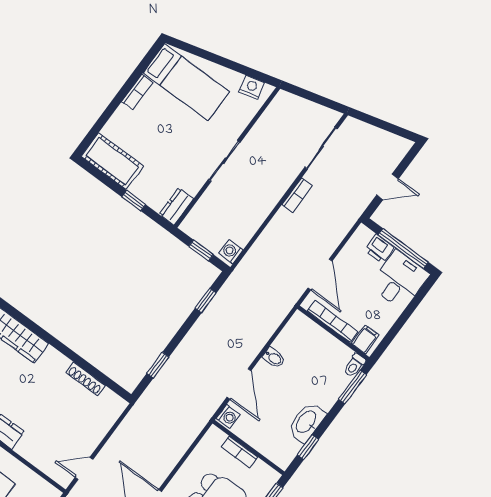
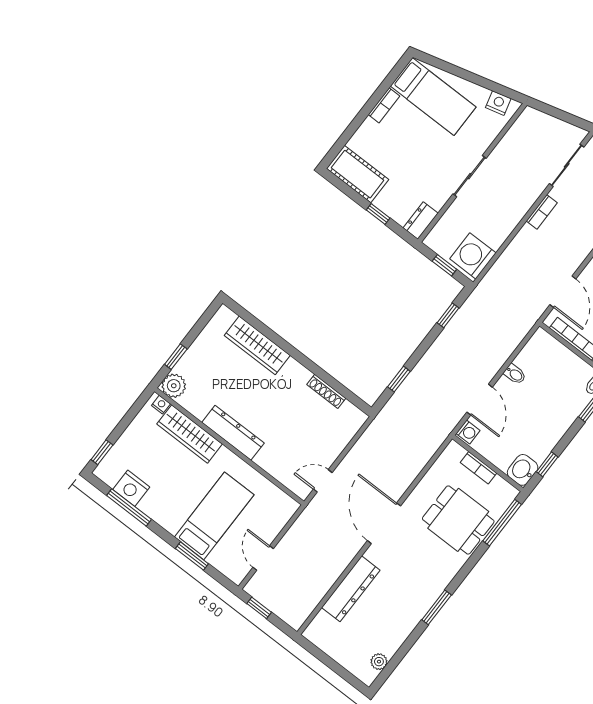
washing machine: (231, 252) -> (473, 256), width x1.89, depth x1.89
washbasin: (306, 422) -> (523, 470), moved, width x0.72

